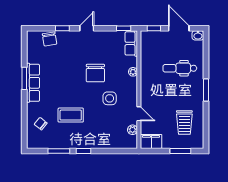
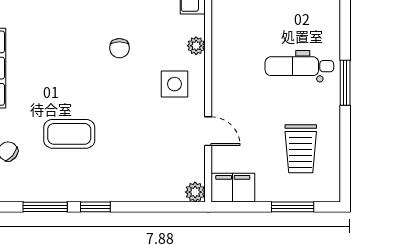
dental chair: (180, 68) -> (299, 66), moved
chair: (95, 73) -> (119, 48), width x0.54, depth x0.54
side table: (110, 98) -> (174, 84), moved
plant: (133, 130) -> (195, 192), moved

